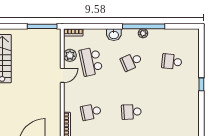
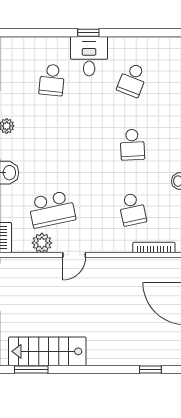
school desk: (131, 62) -> (132, 80), moved, turned 45
door: (62, 75) -> (74, 255), swing flipped
desk: (187, 85) -> (89, 56), added

